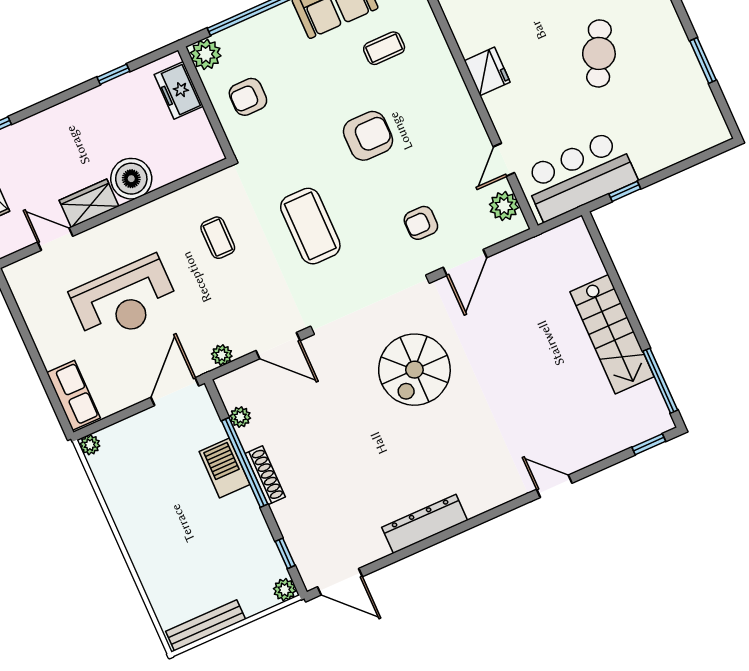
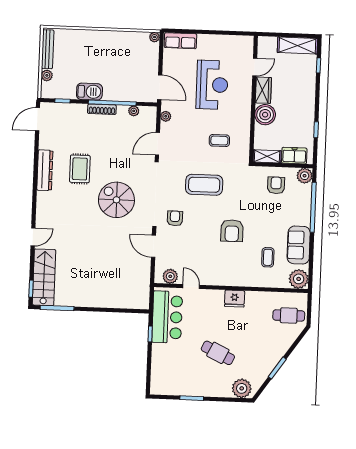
shelving: (204, 138) -> (267, 156), added
armchair: (421, 223) -> (175, 218), moved
reception desk: (124, 300) -> (212, 85), turned 180
stairs: (612, 334) -> (44, 277), moved, turned 90
rug: (391, 462) -> (80, 169), added
barbecue: (225, 468) -> (89, 92), moved
plant: (285, 590) -> (47, 75), moved

